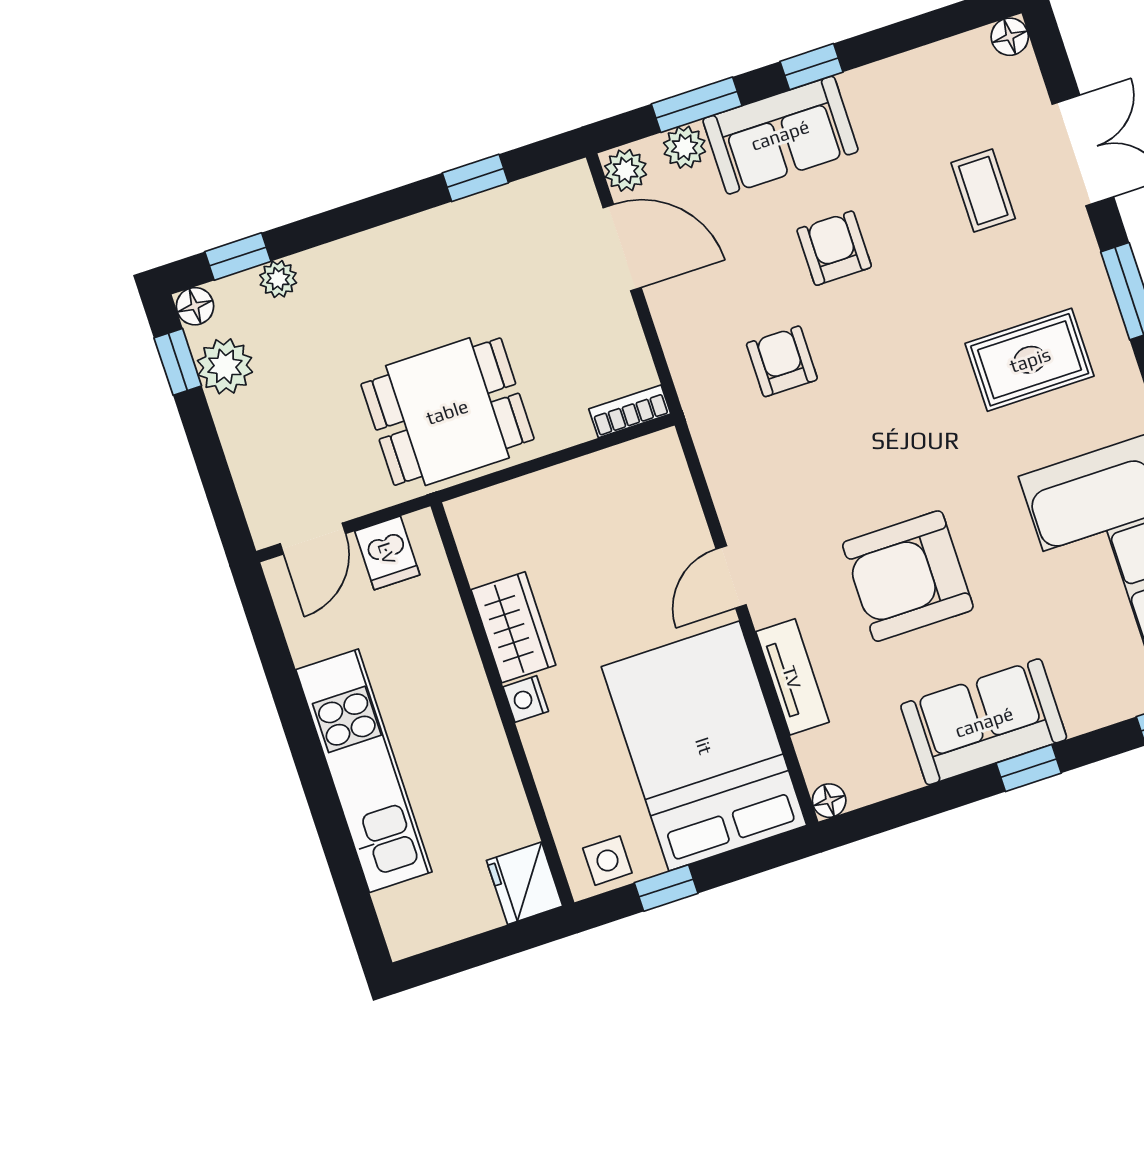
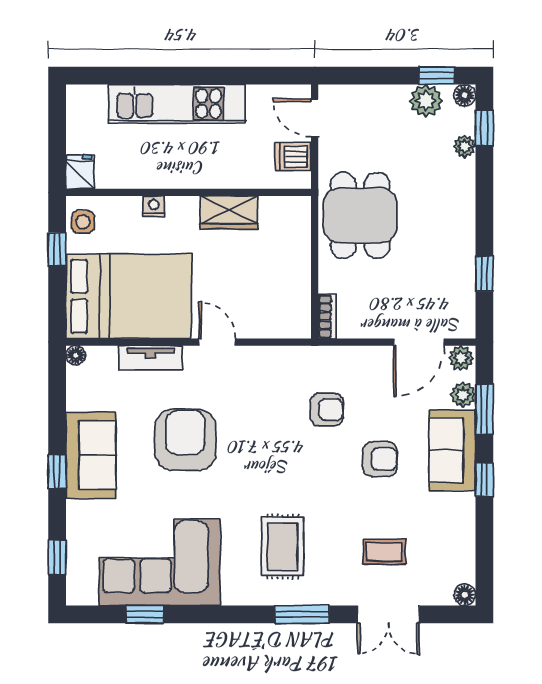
nightstand: (526, 699) -> (154, 206), moved
fridge: (525, 883) -> (80, 172), width x0.72

